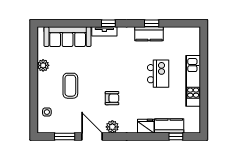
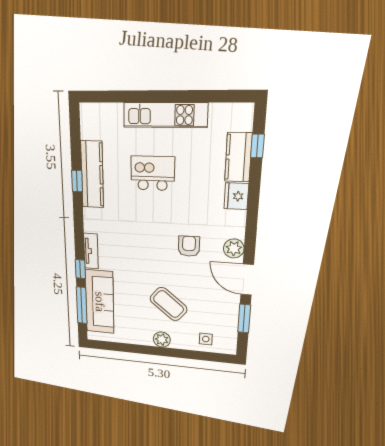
window: (64, 23) -> (82, 305), added
window: (108, 23) -> (80, 269), moved
kitchen counter: (149, 34) -> (92, 175), width x1.50
plant: (43, 65) -> (162, 340), moved
coffee table: (70, 86) -> (168, 304), turned 39
door: (92, 137) -> (247, 280), hinge flipped

